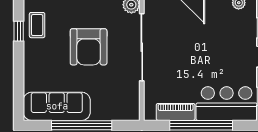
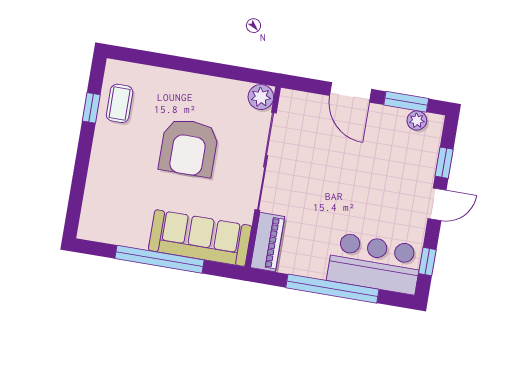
sofa: (57, 106) -> (200, 238), moved
piano: (176, 112) -> (267, 242), moved, turned 90

